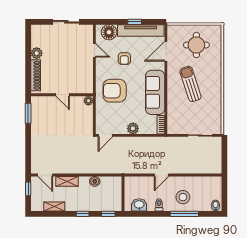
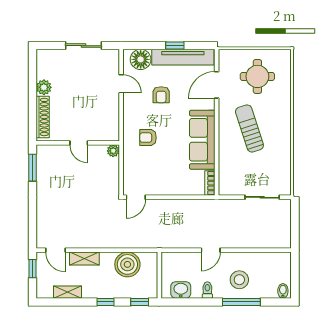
armchair: (115, 91) -> (148, 138), width x0.53, depth x0.53
plant: (133, 128) -> (173, 188), removed
boiler: (95, 181) -> (127, 264), width x1.86, depth x1.86

